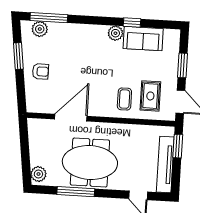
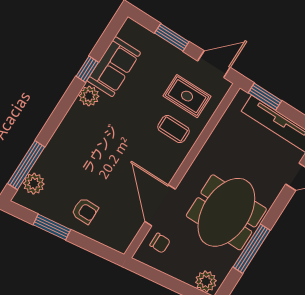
armchair: (40, 71) -> (85, 211), turned 90
chair: (47, 131) -> (160, 243), added

